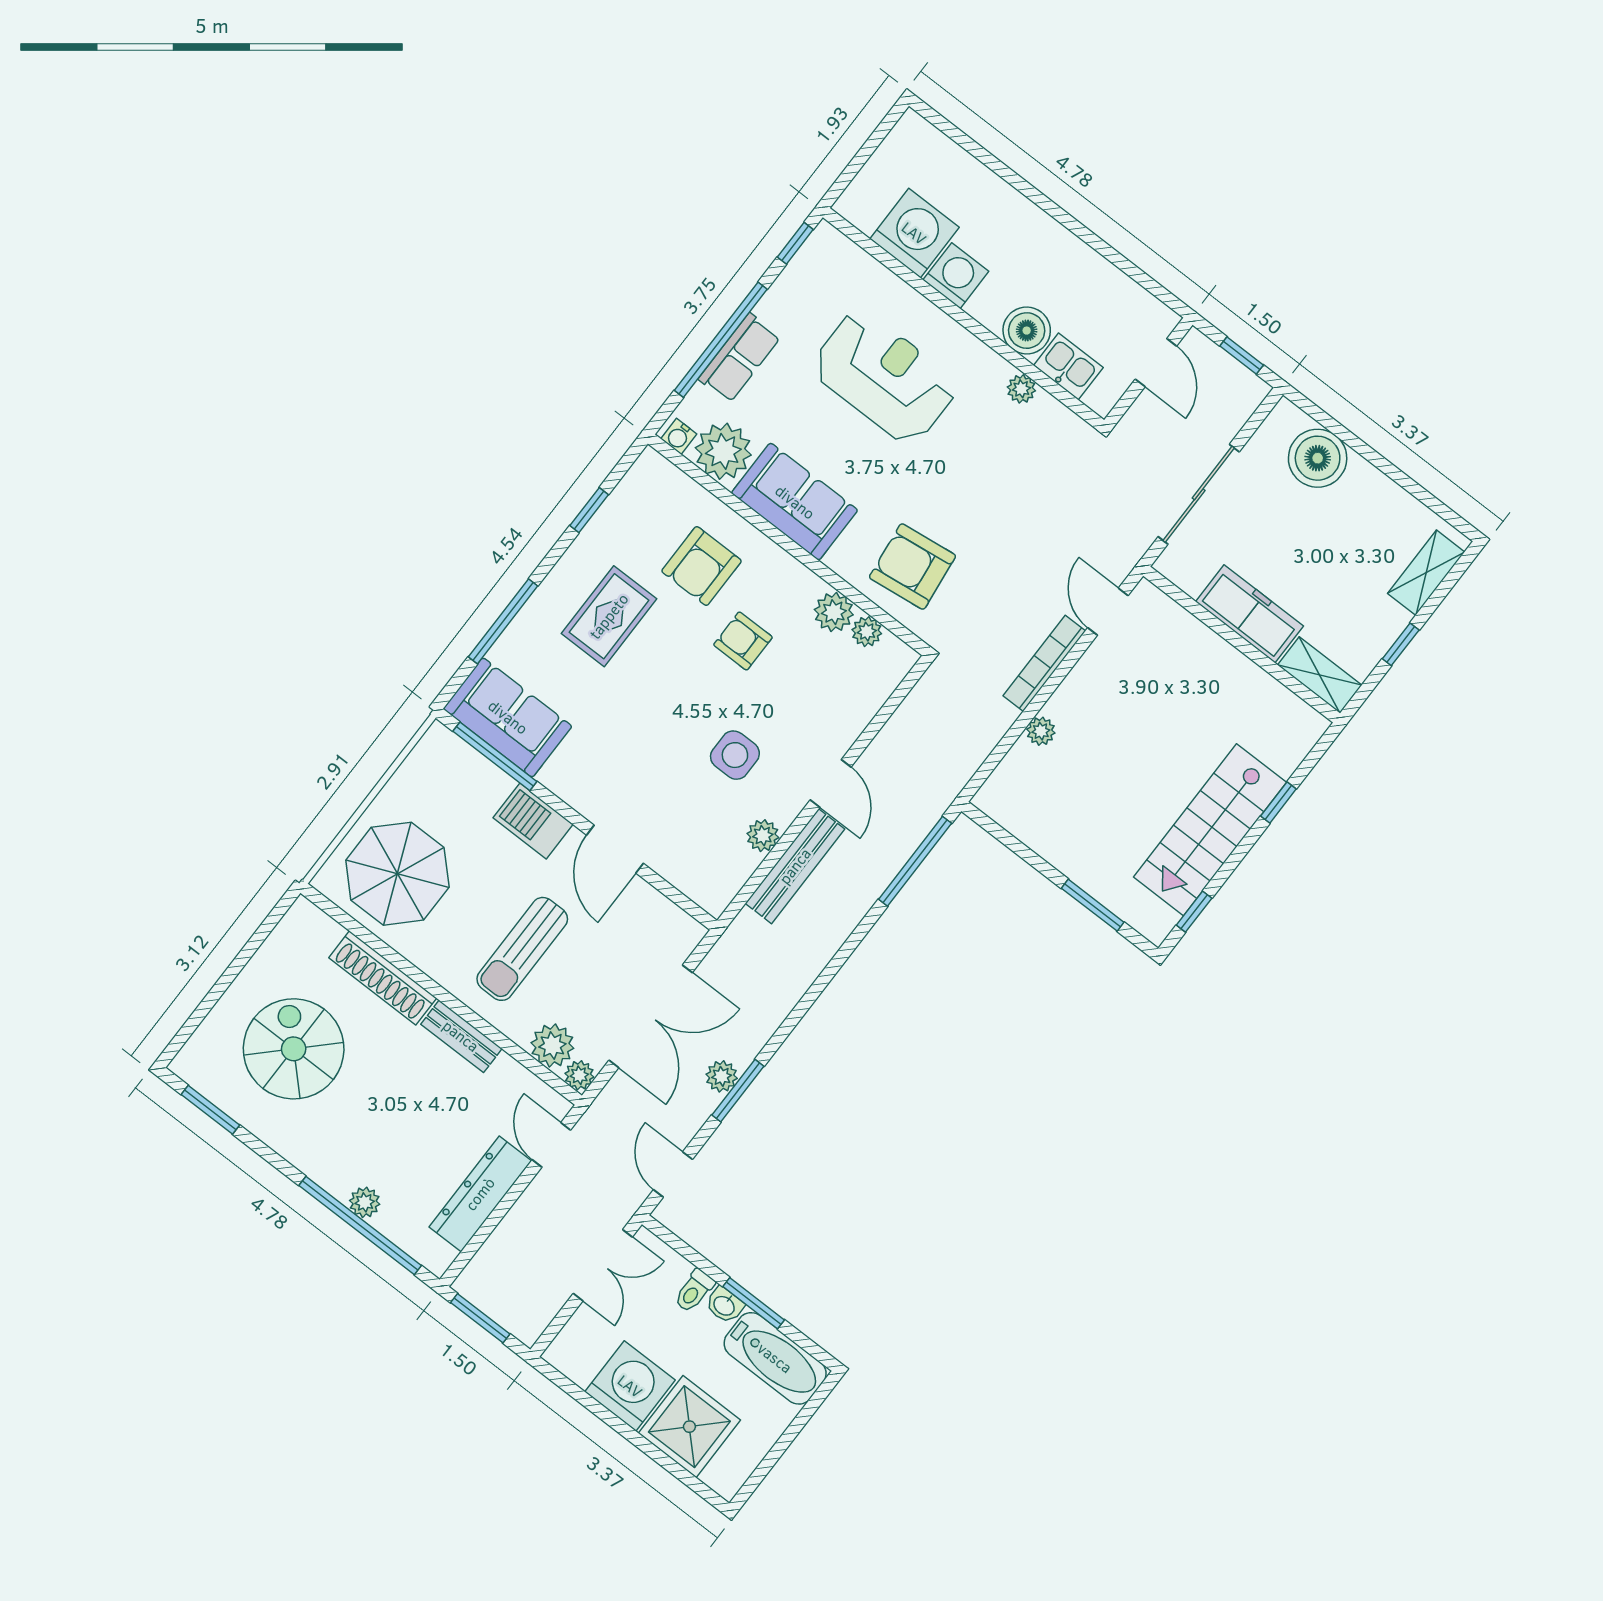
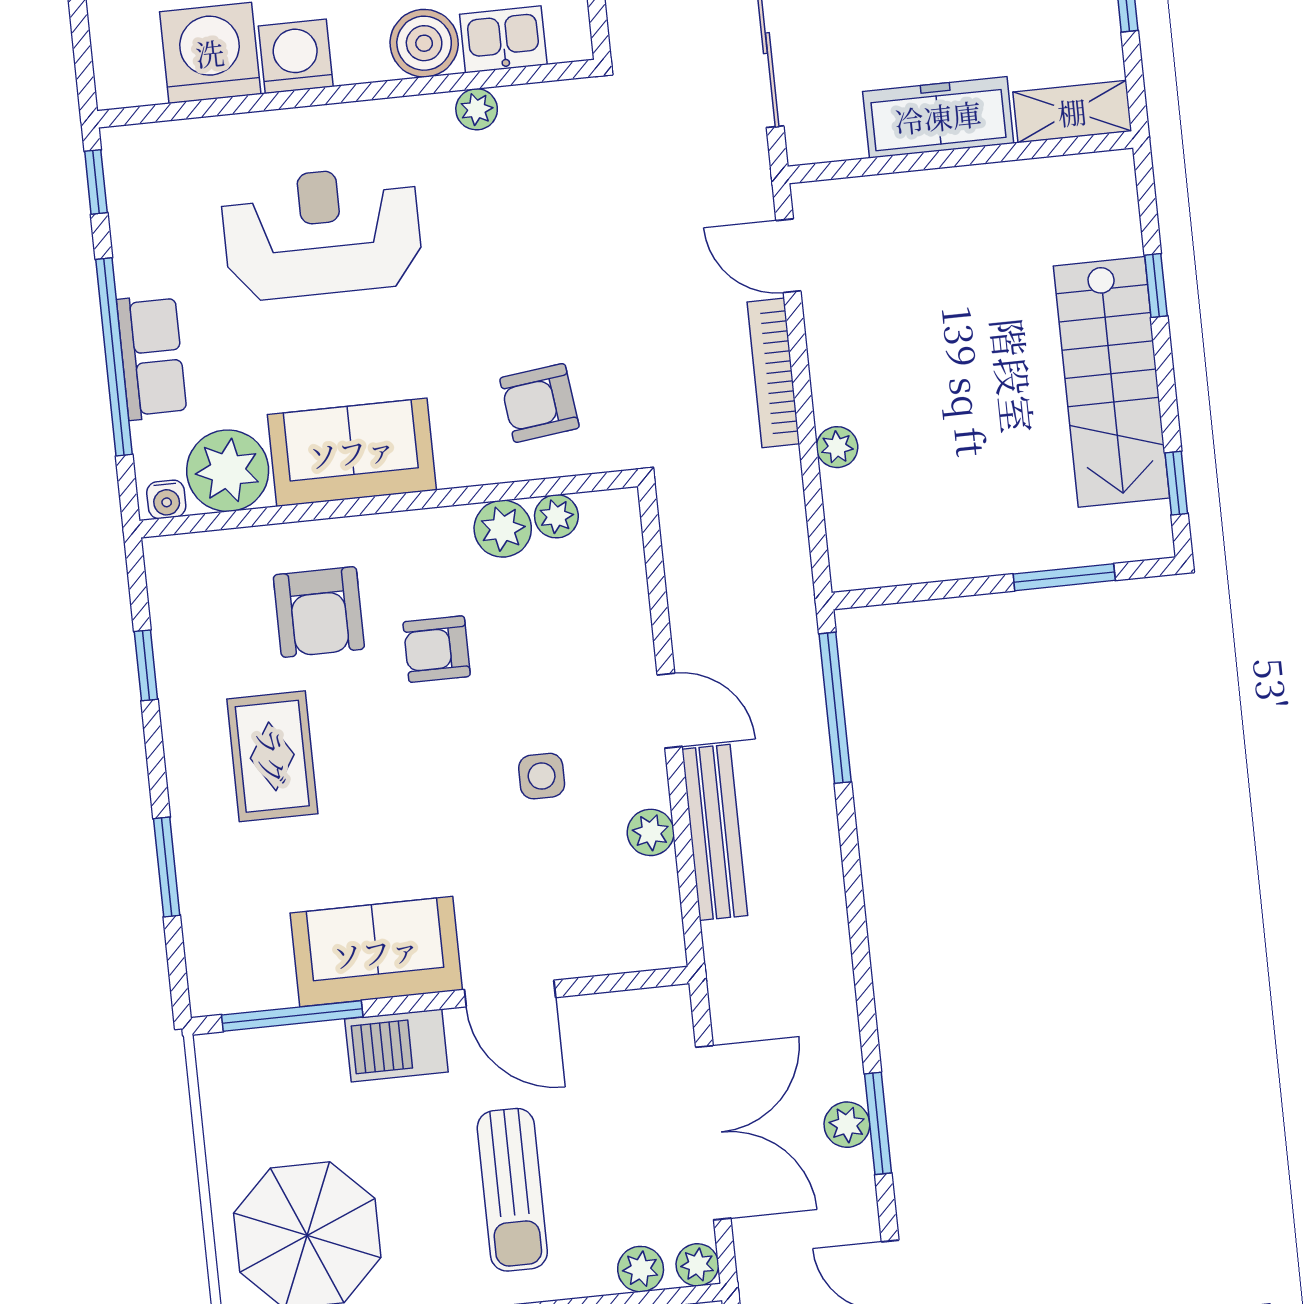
armchair: (912, 567) -> (539, 403), width x0.72, depth x0.72
window: (503, 621) -> (167, 867), width x0.69
sofa: (508, 717) -> (376, 952), moved
side table: (735, 755) -> (542, 776), width x0.73, depth x0.73
plant: (552, 1045) -> (641, 1269), width x0.73, depth x0.73

